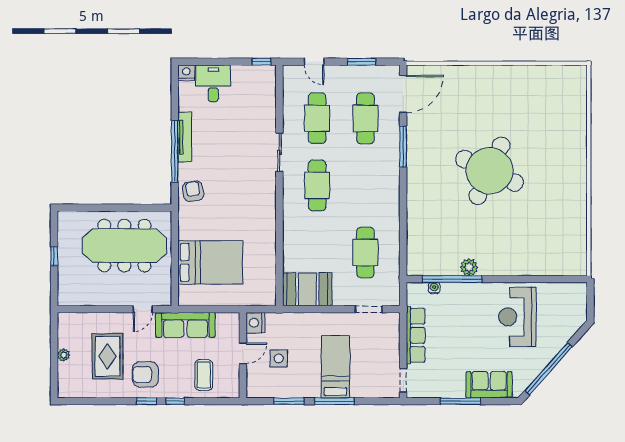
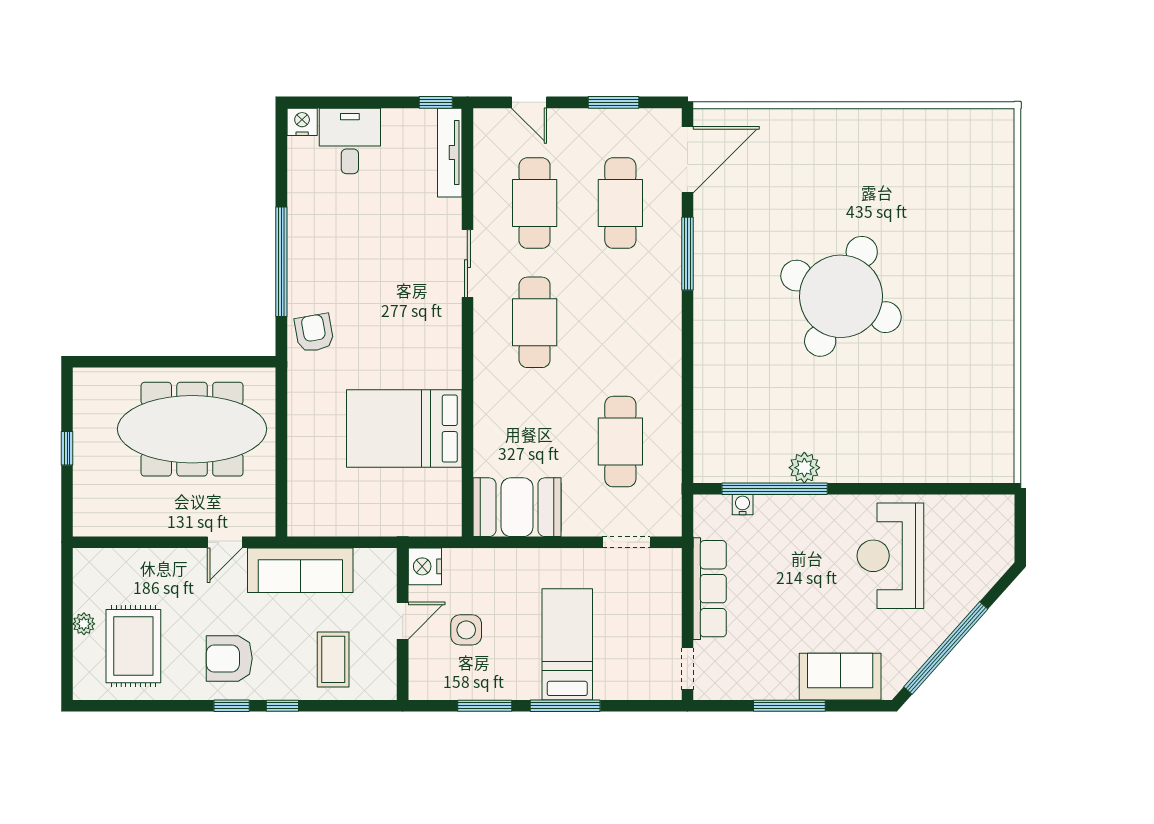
tv unit: (185, 137) -> (450, 153), moved, turned 180
bed: (210, 262) -> (404, 429), moved, turned 180
rug: (107, 356) -> (133, 646), moved

